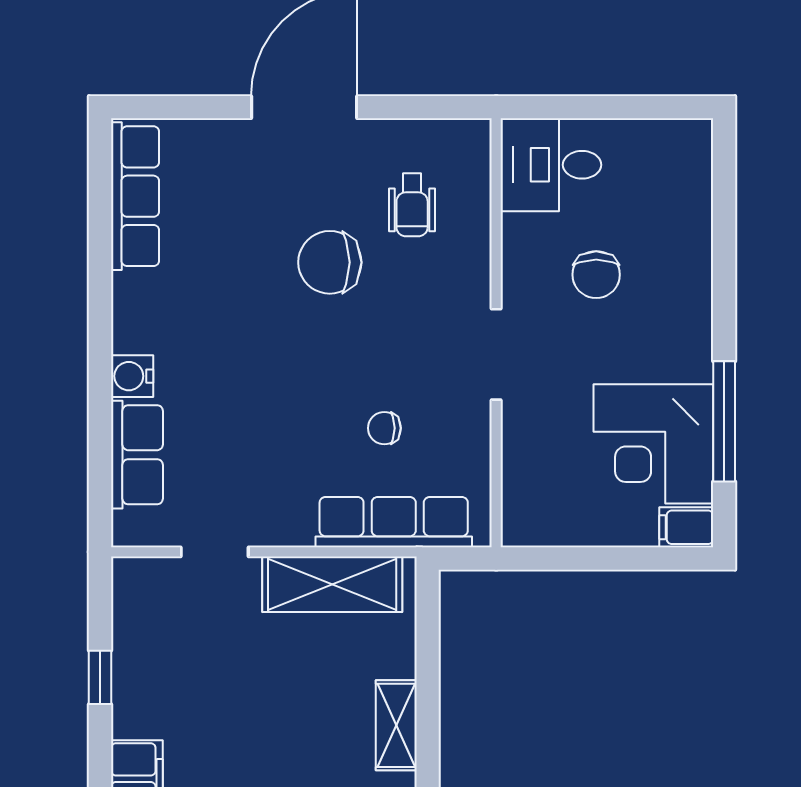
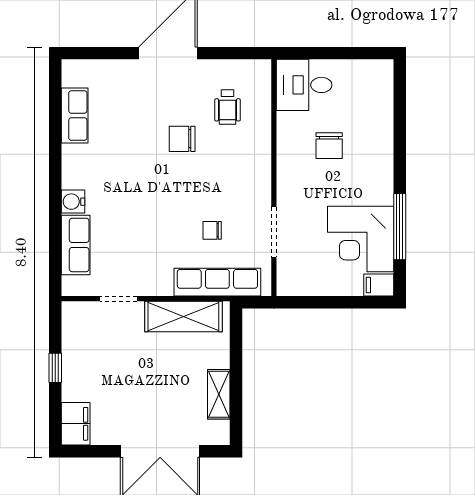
row of seats: (135, 196) -> (75, 116), width x0.68
chair: (330, 262) -> (182, 139), width x0.73, depth x0.73
doorway: (496, 354) -> (274, 232), moved

